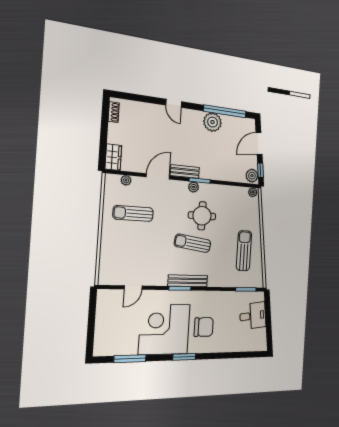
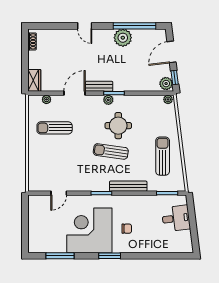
bench: (188, 281) -> (128, 186), moved
chair: (204, 327) -> (127, 229), width x0.54, depth x0.54

